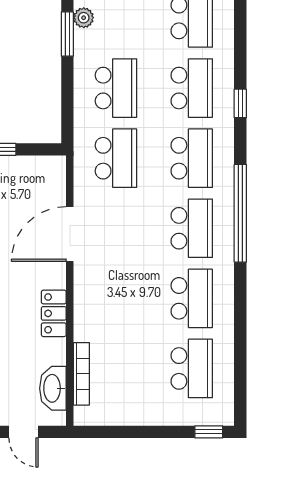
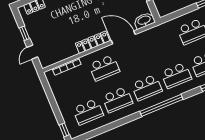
school desk: (116, 158) -> (104, 68), moved
locker: (54, 313) -> (93, 42), width x1.53
washbasin: (53, 388) -> (144, 20), moved

